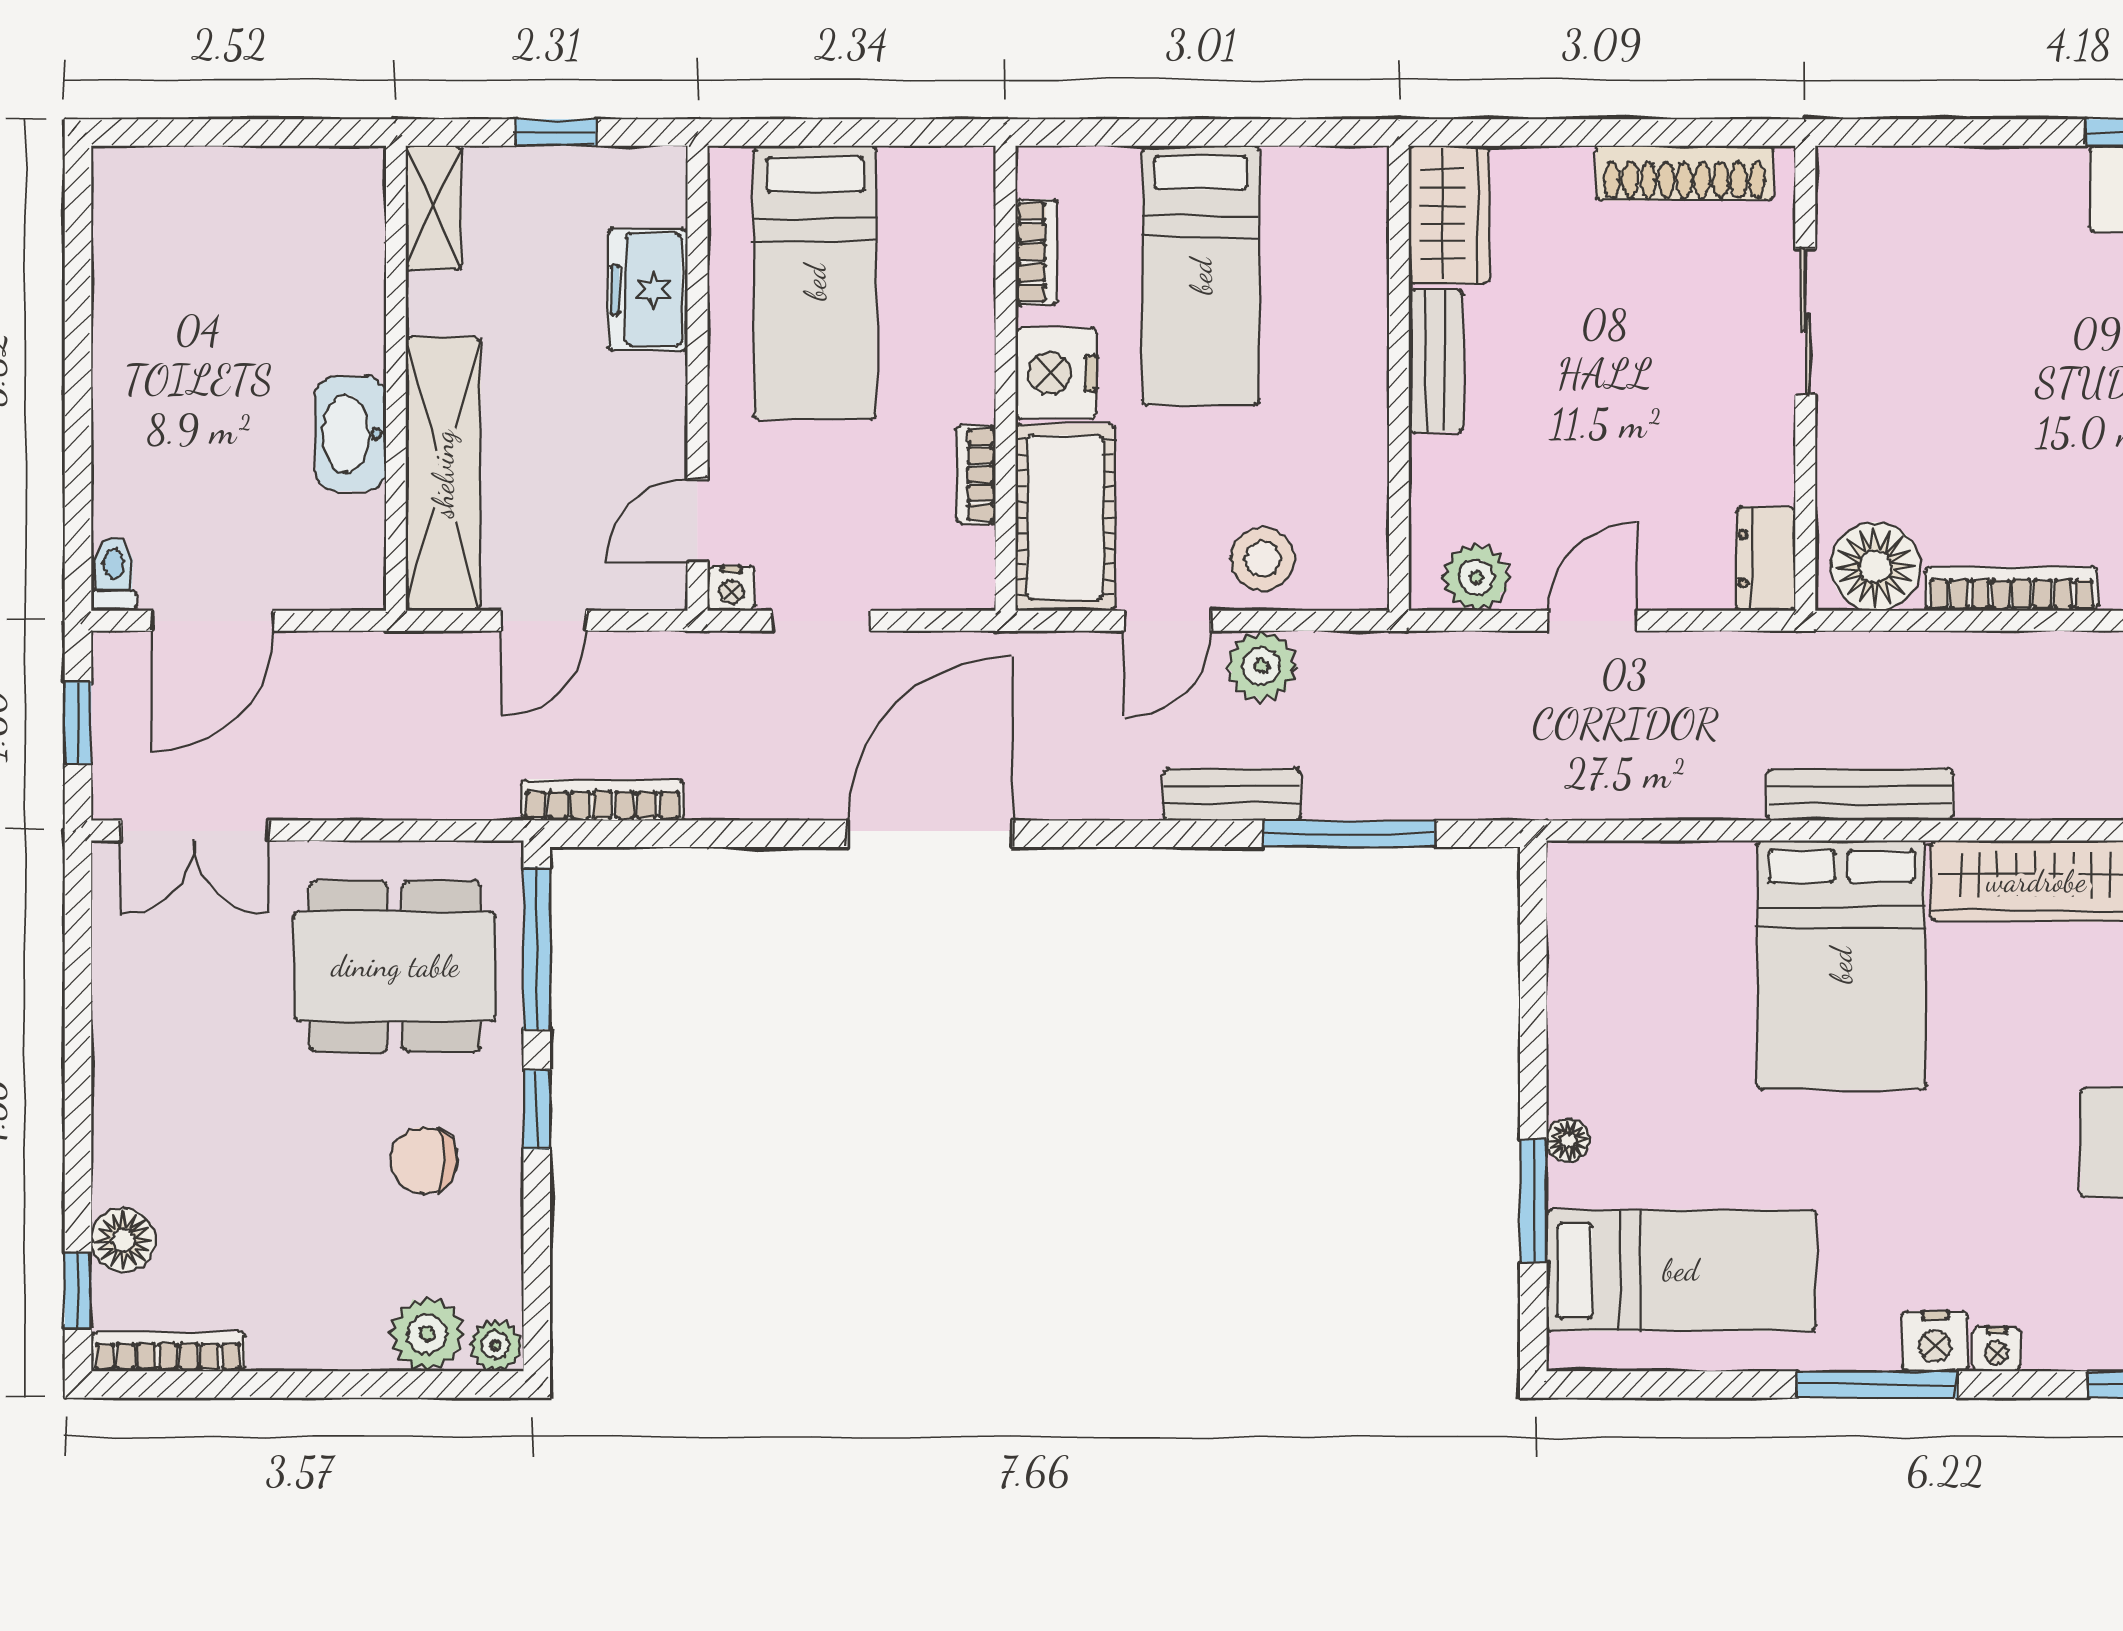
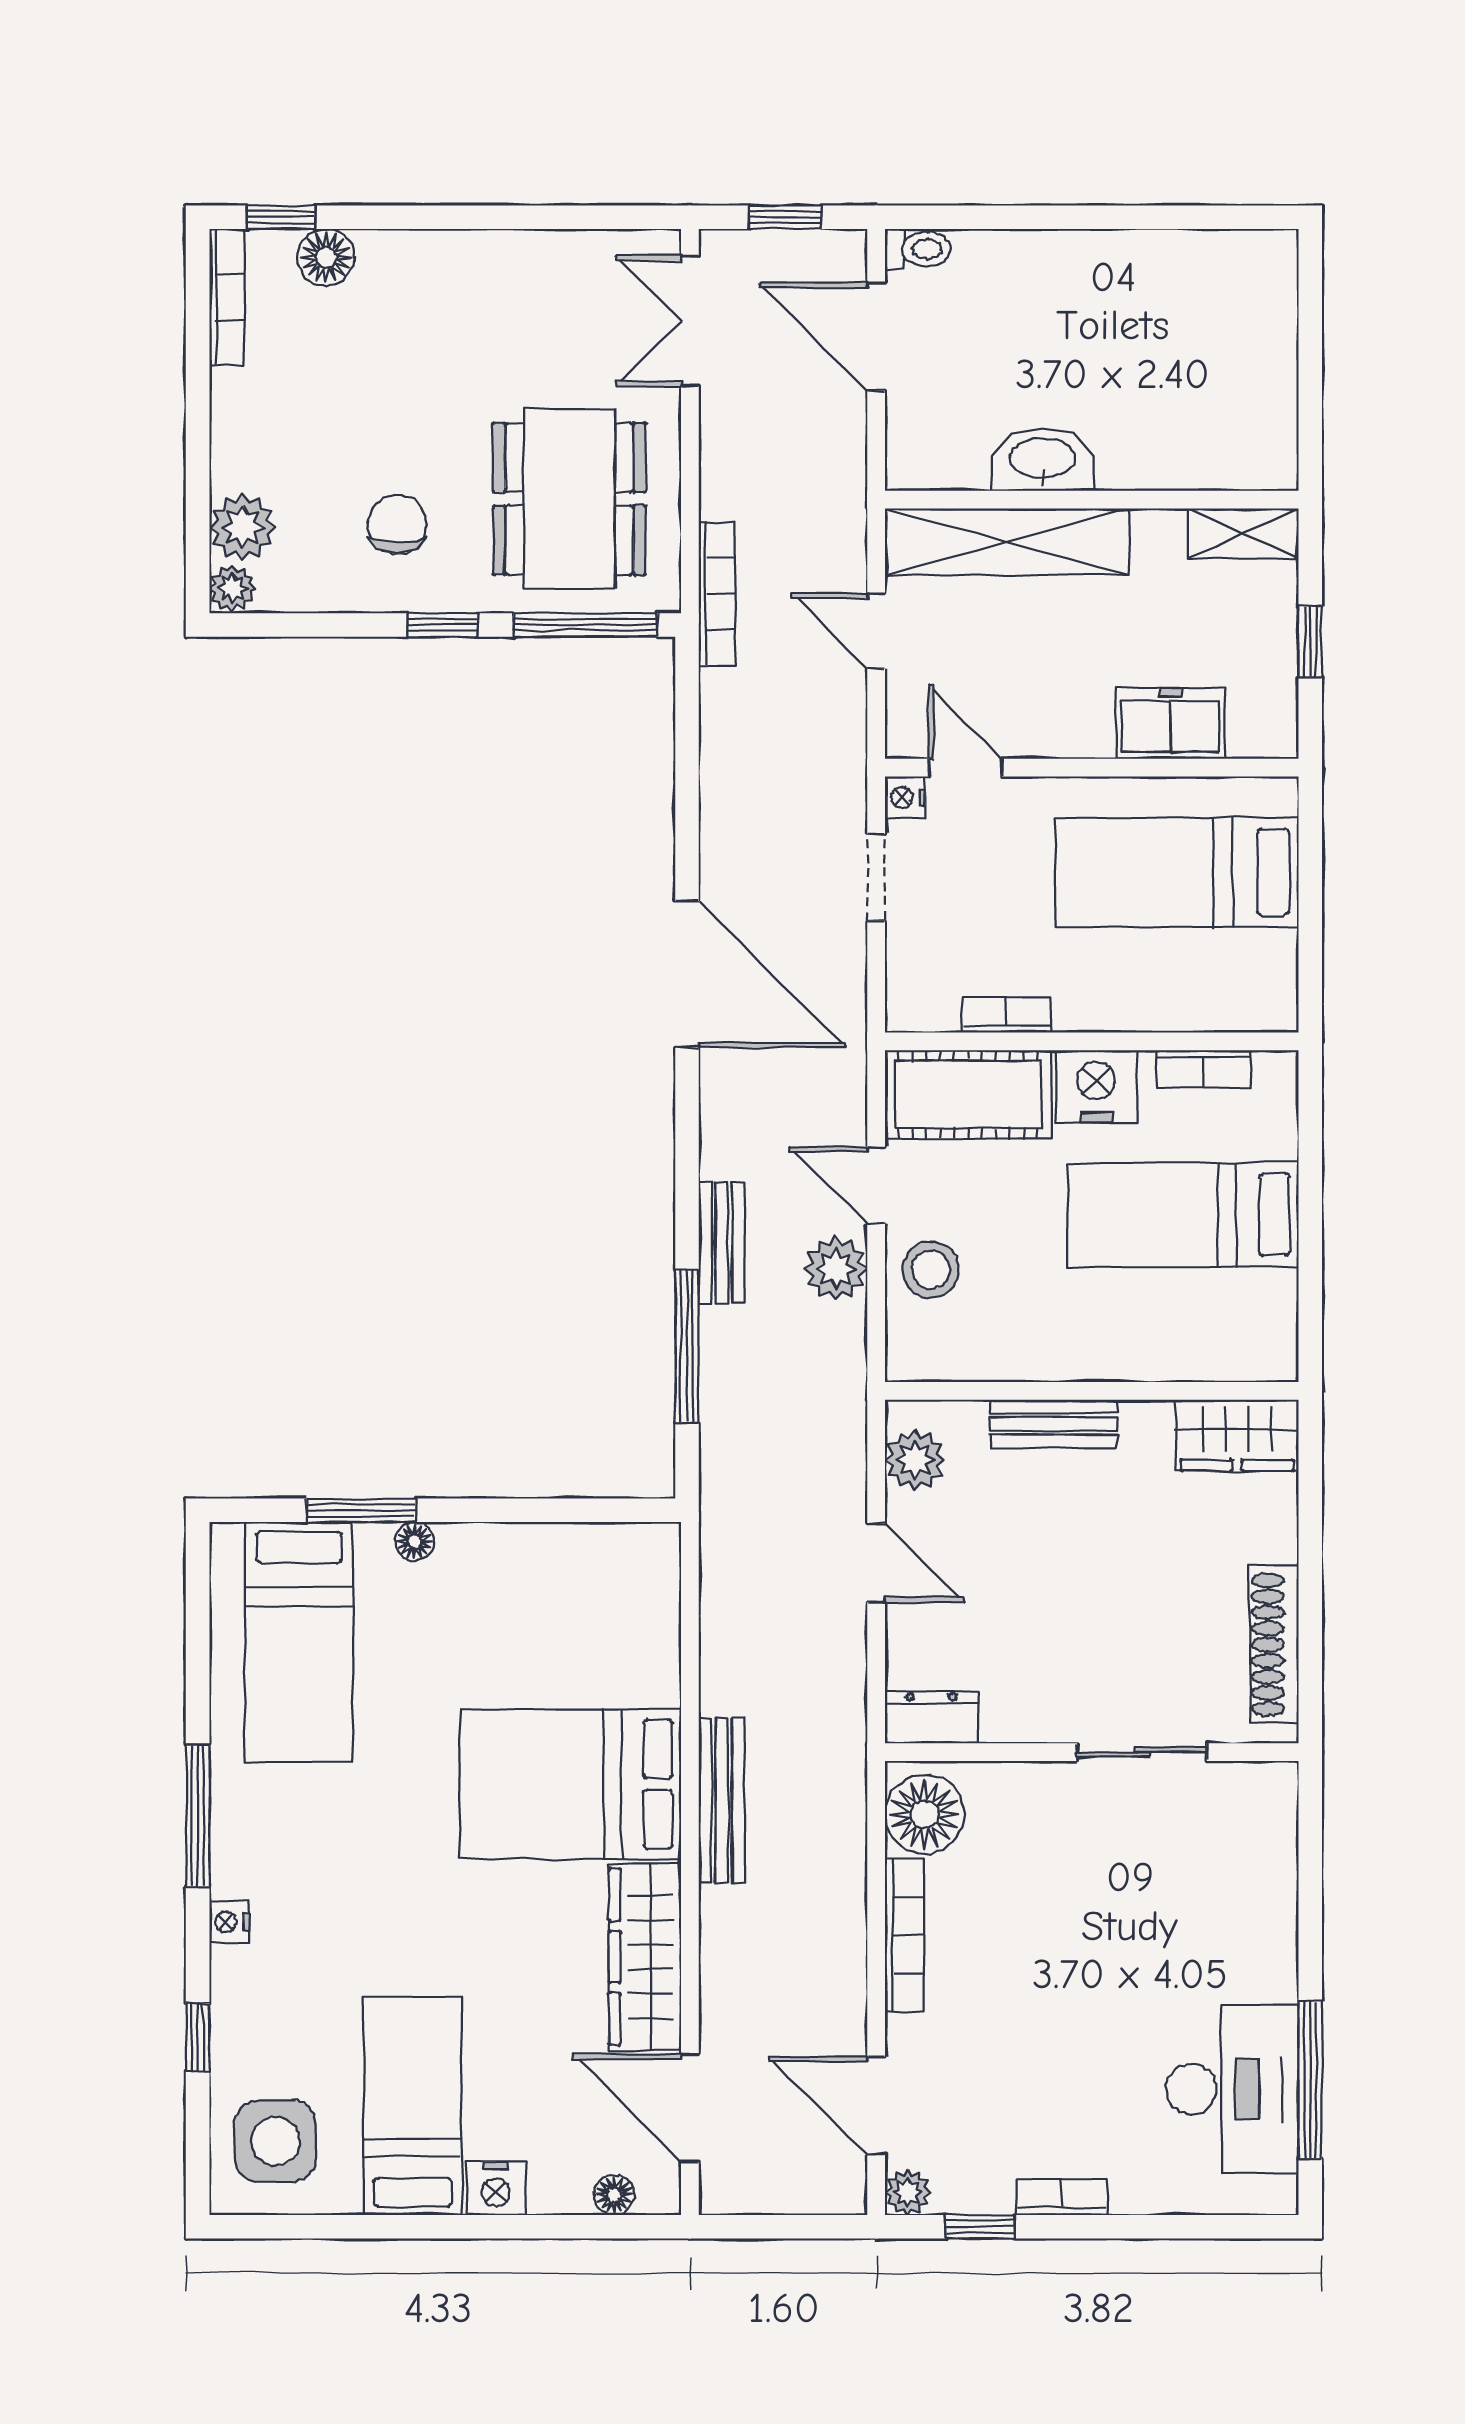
bench: (1436, 361) -> (1054, 1424), moved
bookcase: (603, 800) -> (717, 594), moved
nightstand: (1935, 1341) -> (236, 1868), removed

